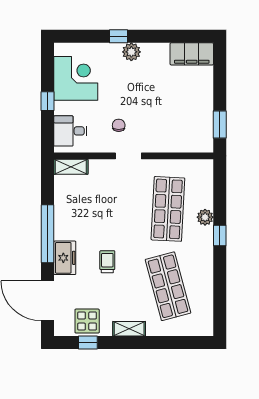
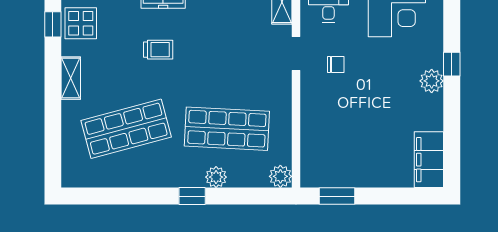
doorway: (128, 156) -> (296, 54), moved
plant: (205, 168) -> (280, 176), added

